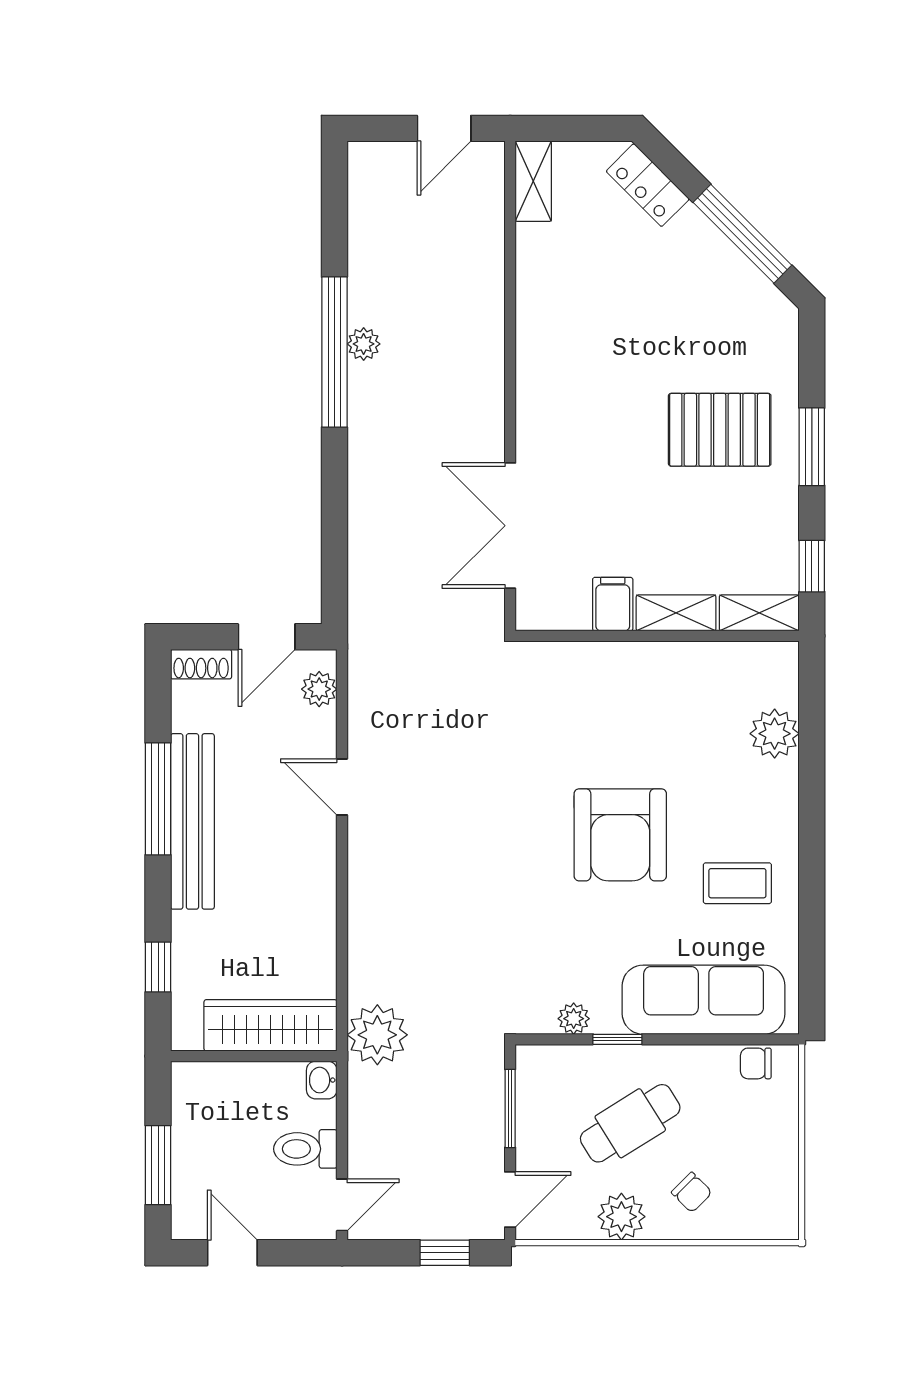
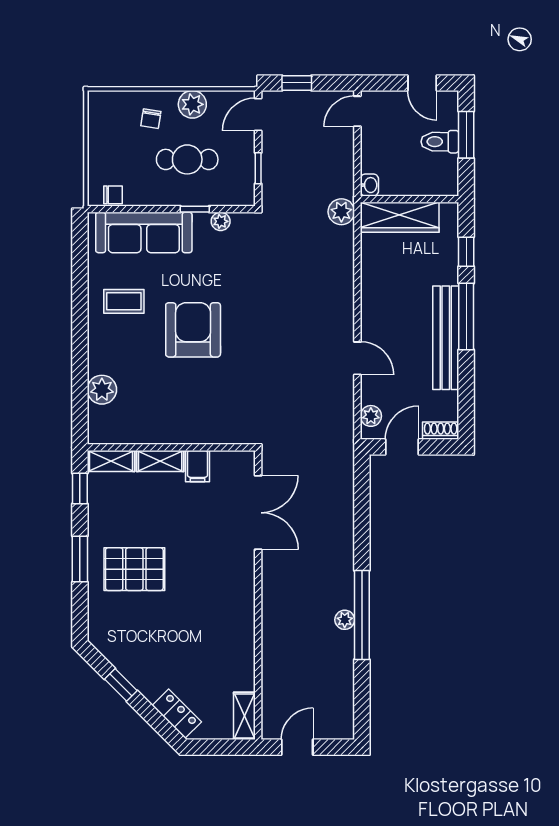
window: (742, 234) -> (121, 685), width x0.46
window: (158, 799) -> (466, 317), moved
plant: (377, 1035) -> (341, 212), width x0.73, depth x0.73
window: (510, 1108) -> (258, 168), width x0.67
cafe table: (630, 1123) -> (187, 159), turned 32
toilet: (305, 1149) -> (440, 142), moved, turned 180
chair: (692, 1192) -> (151, 119), turned -126

